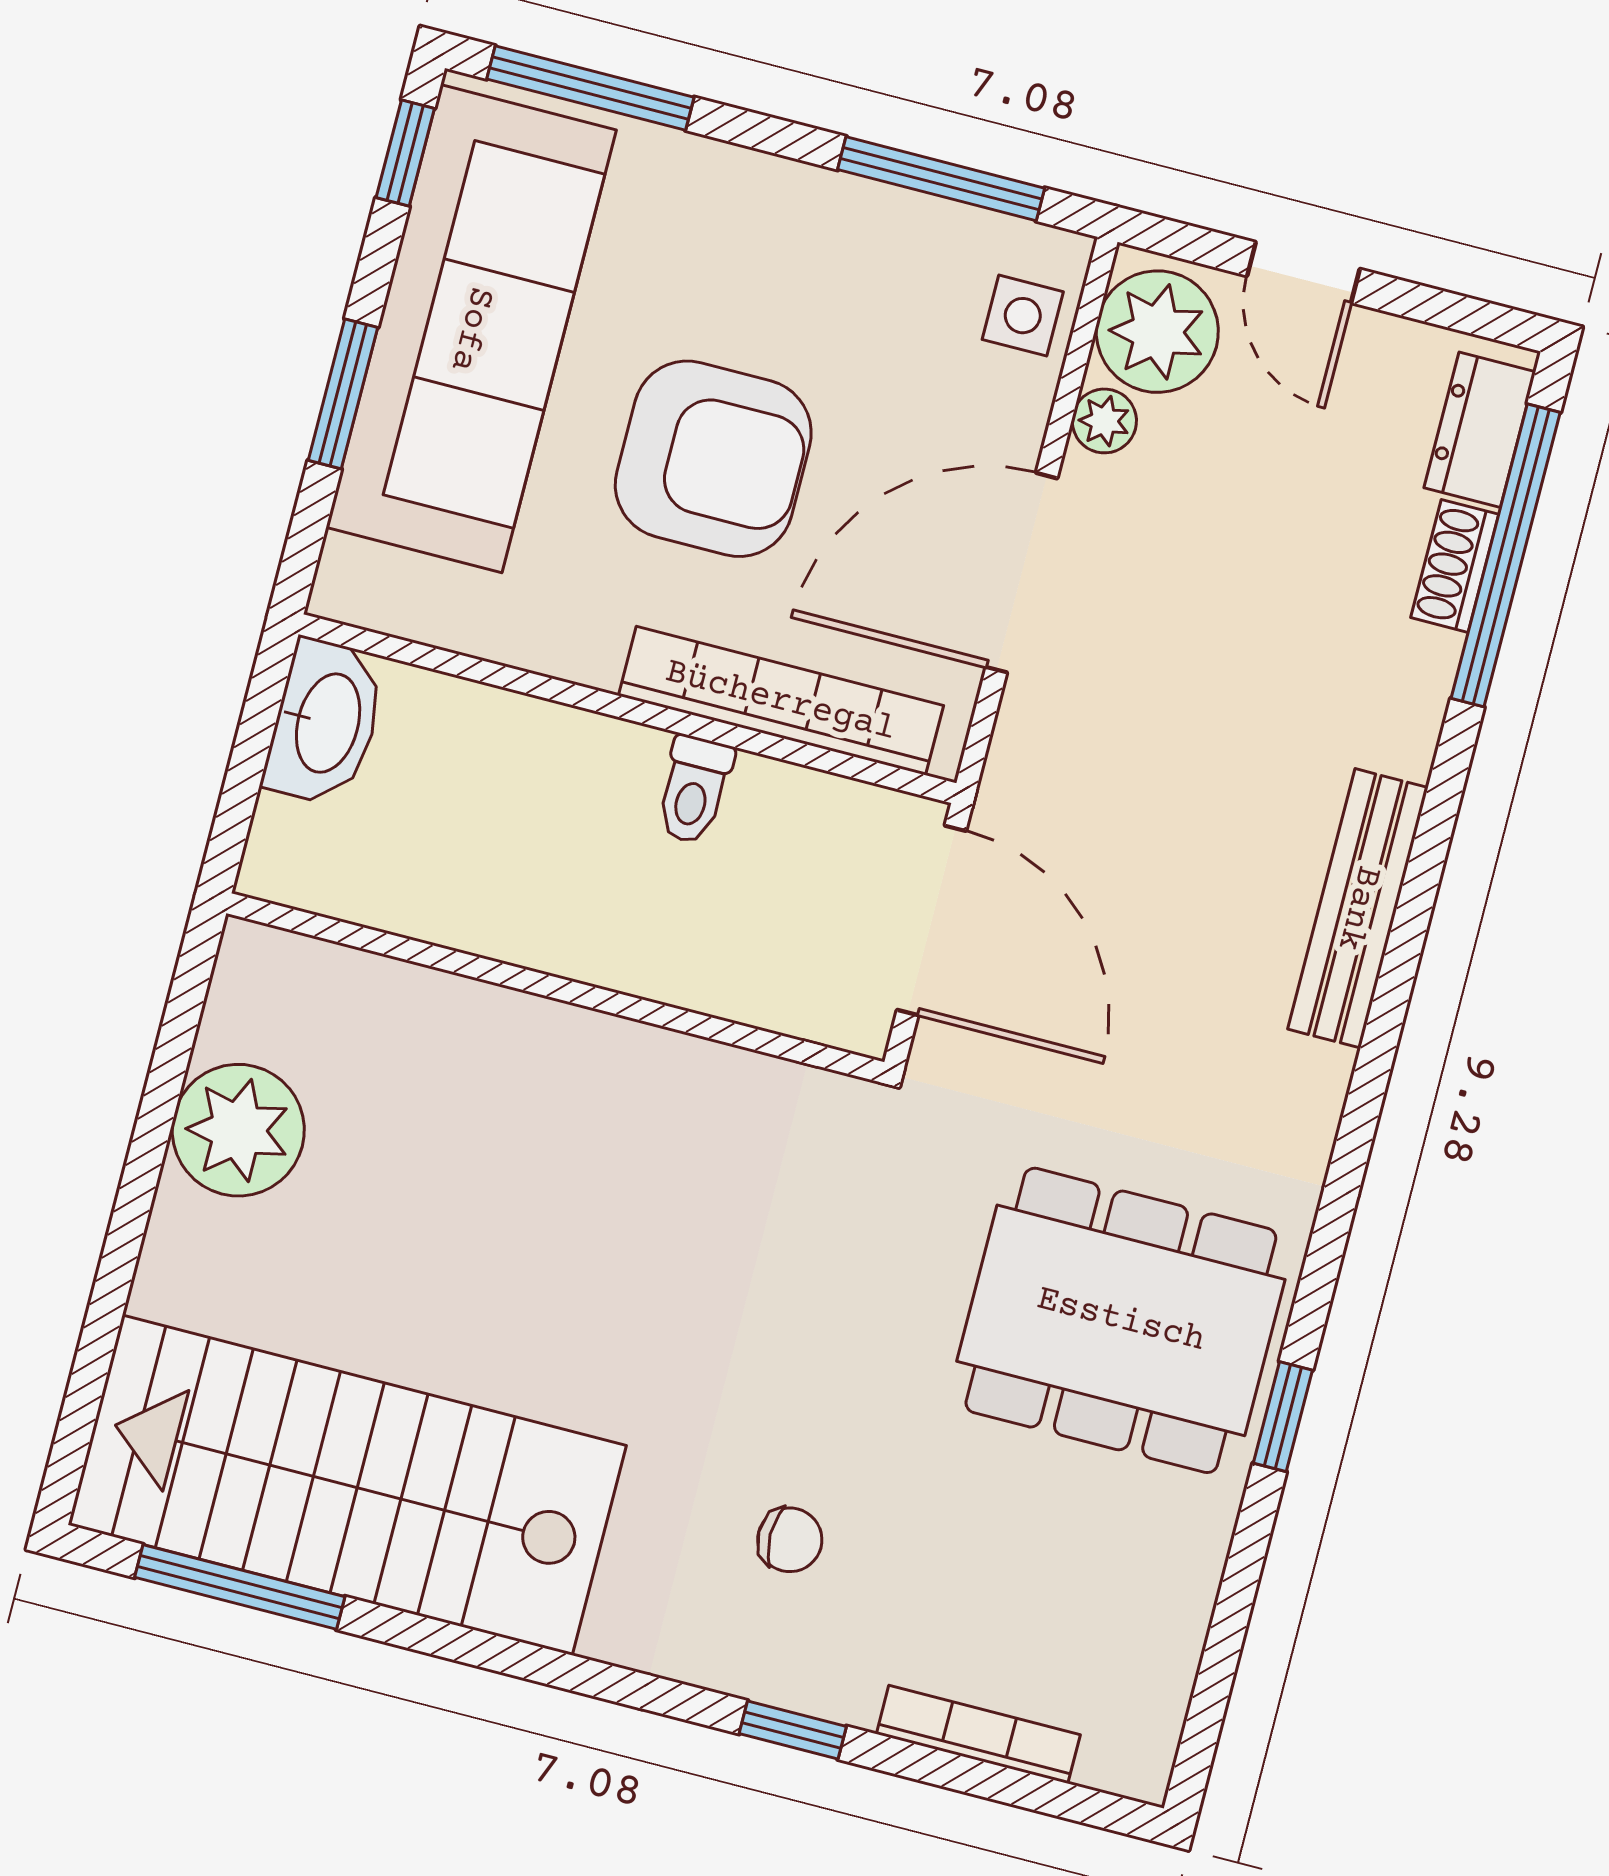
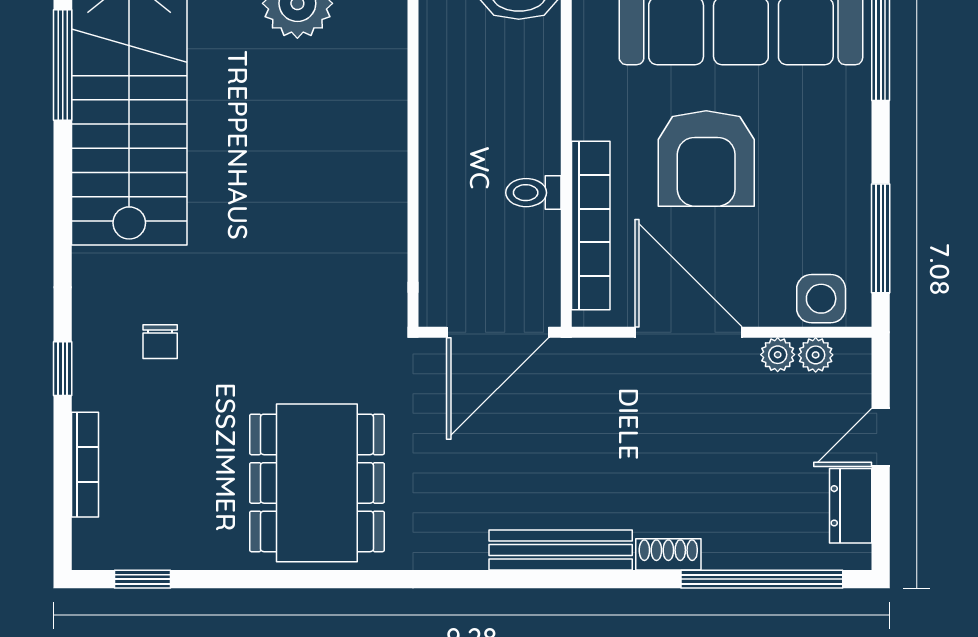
side table: (1023, 316) -> (821, 299), width x1.37, depth x1.37
plant: (1157, 332) -> (816, 355), width x0.53, depth x0.53
dresser: (1480, 430) -> (851, 506), moved, turned -90
shoe rack: (1455, 566) -> (668, 554), moved
window: (1283, 1417) -> (142, 579), moved

